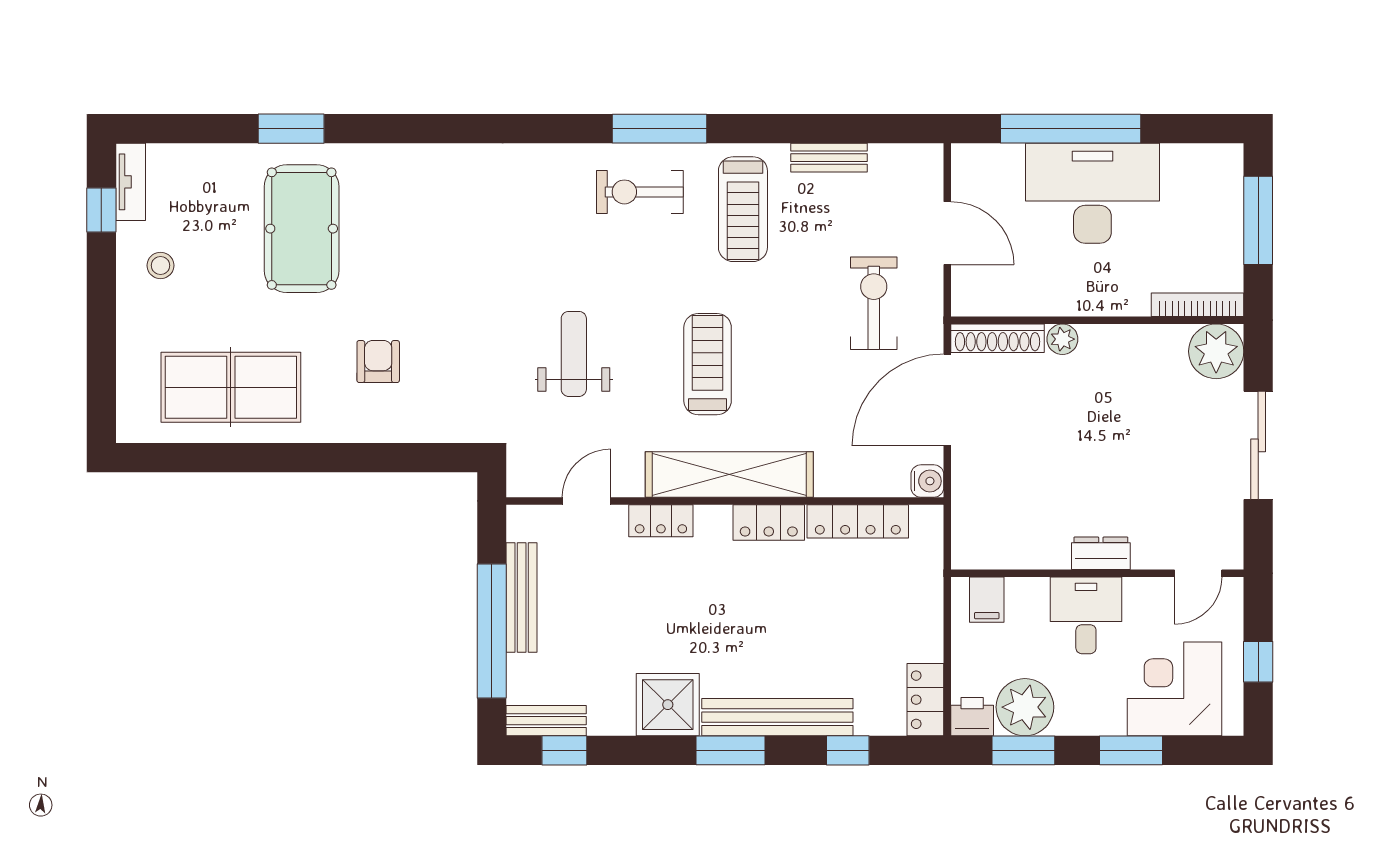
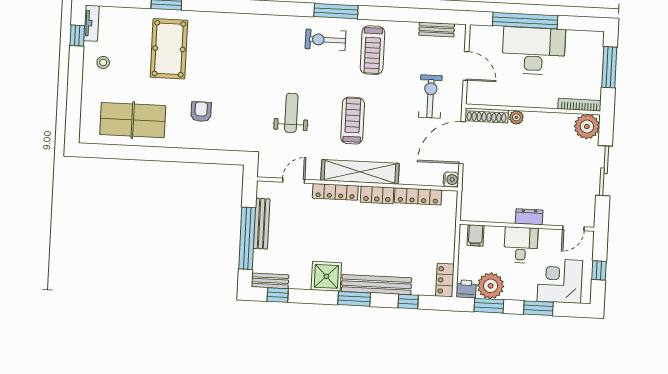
bench: (829, 158) -> (437, 30), moved
locker: (661, 521) -> (335, 192), width x1.53

